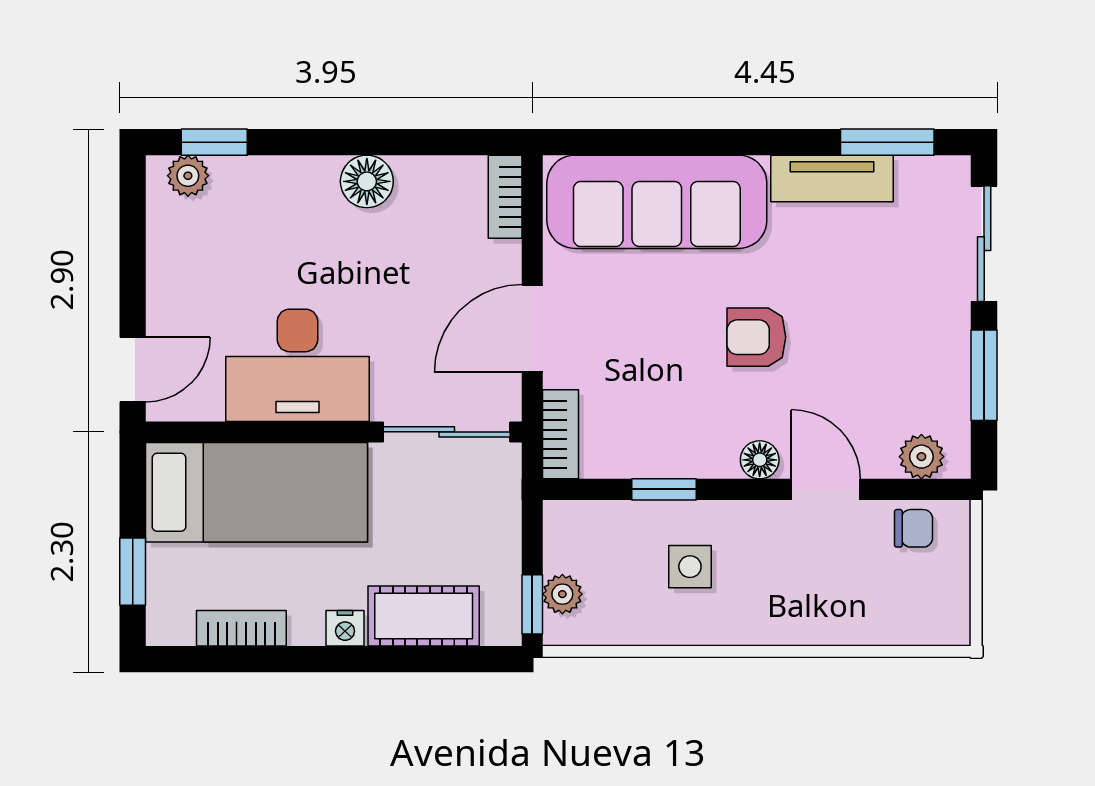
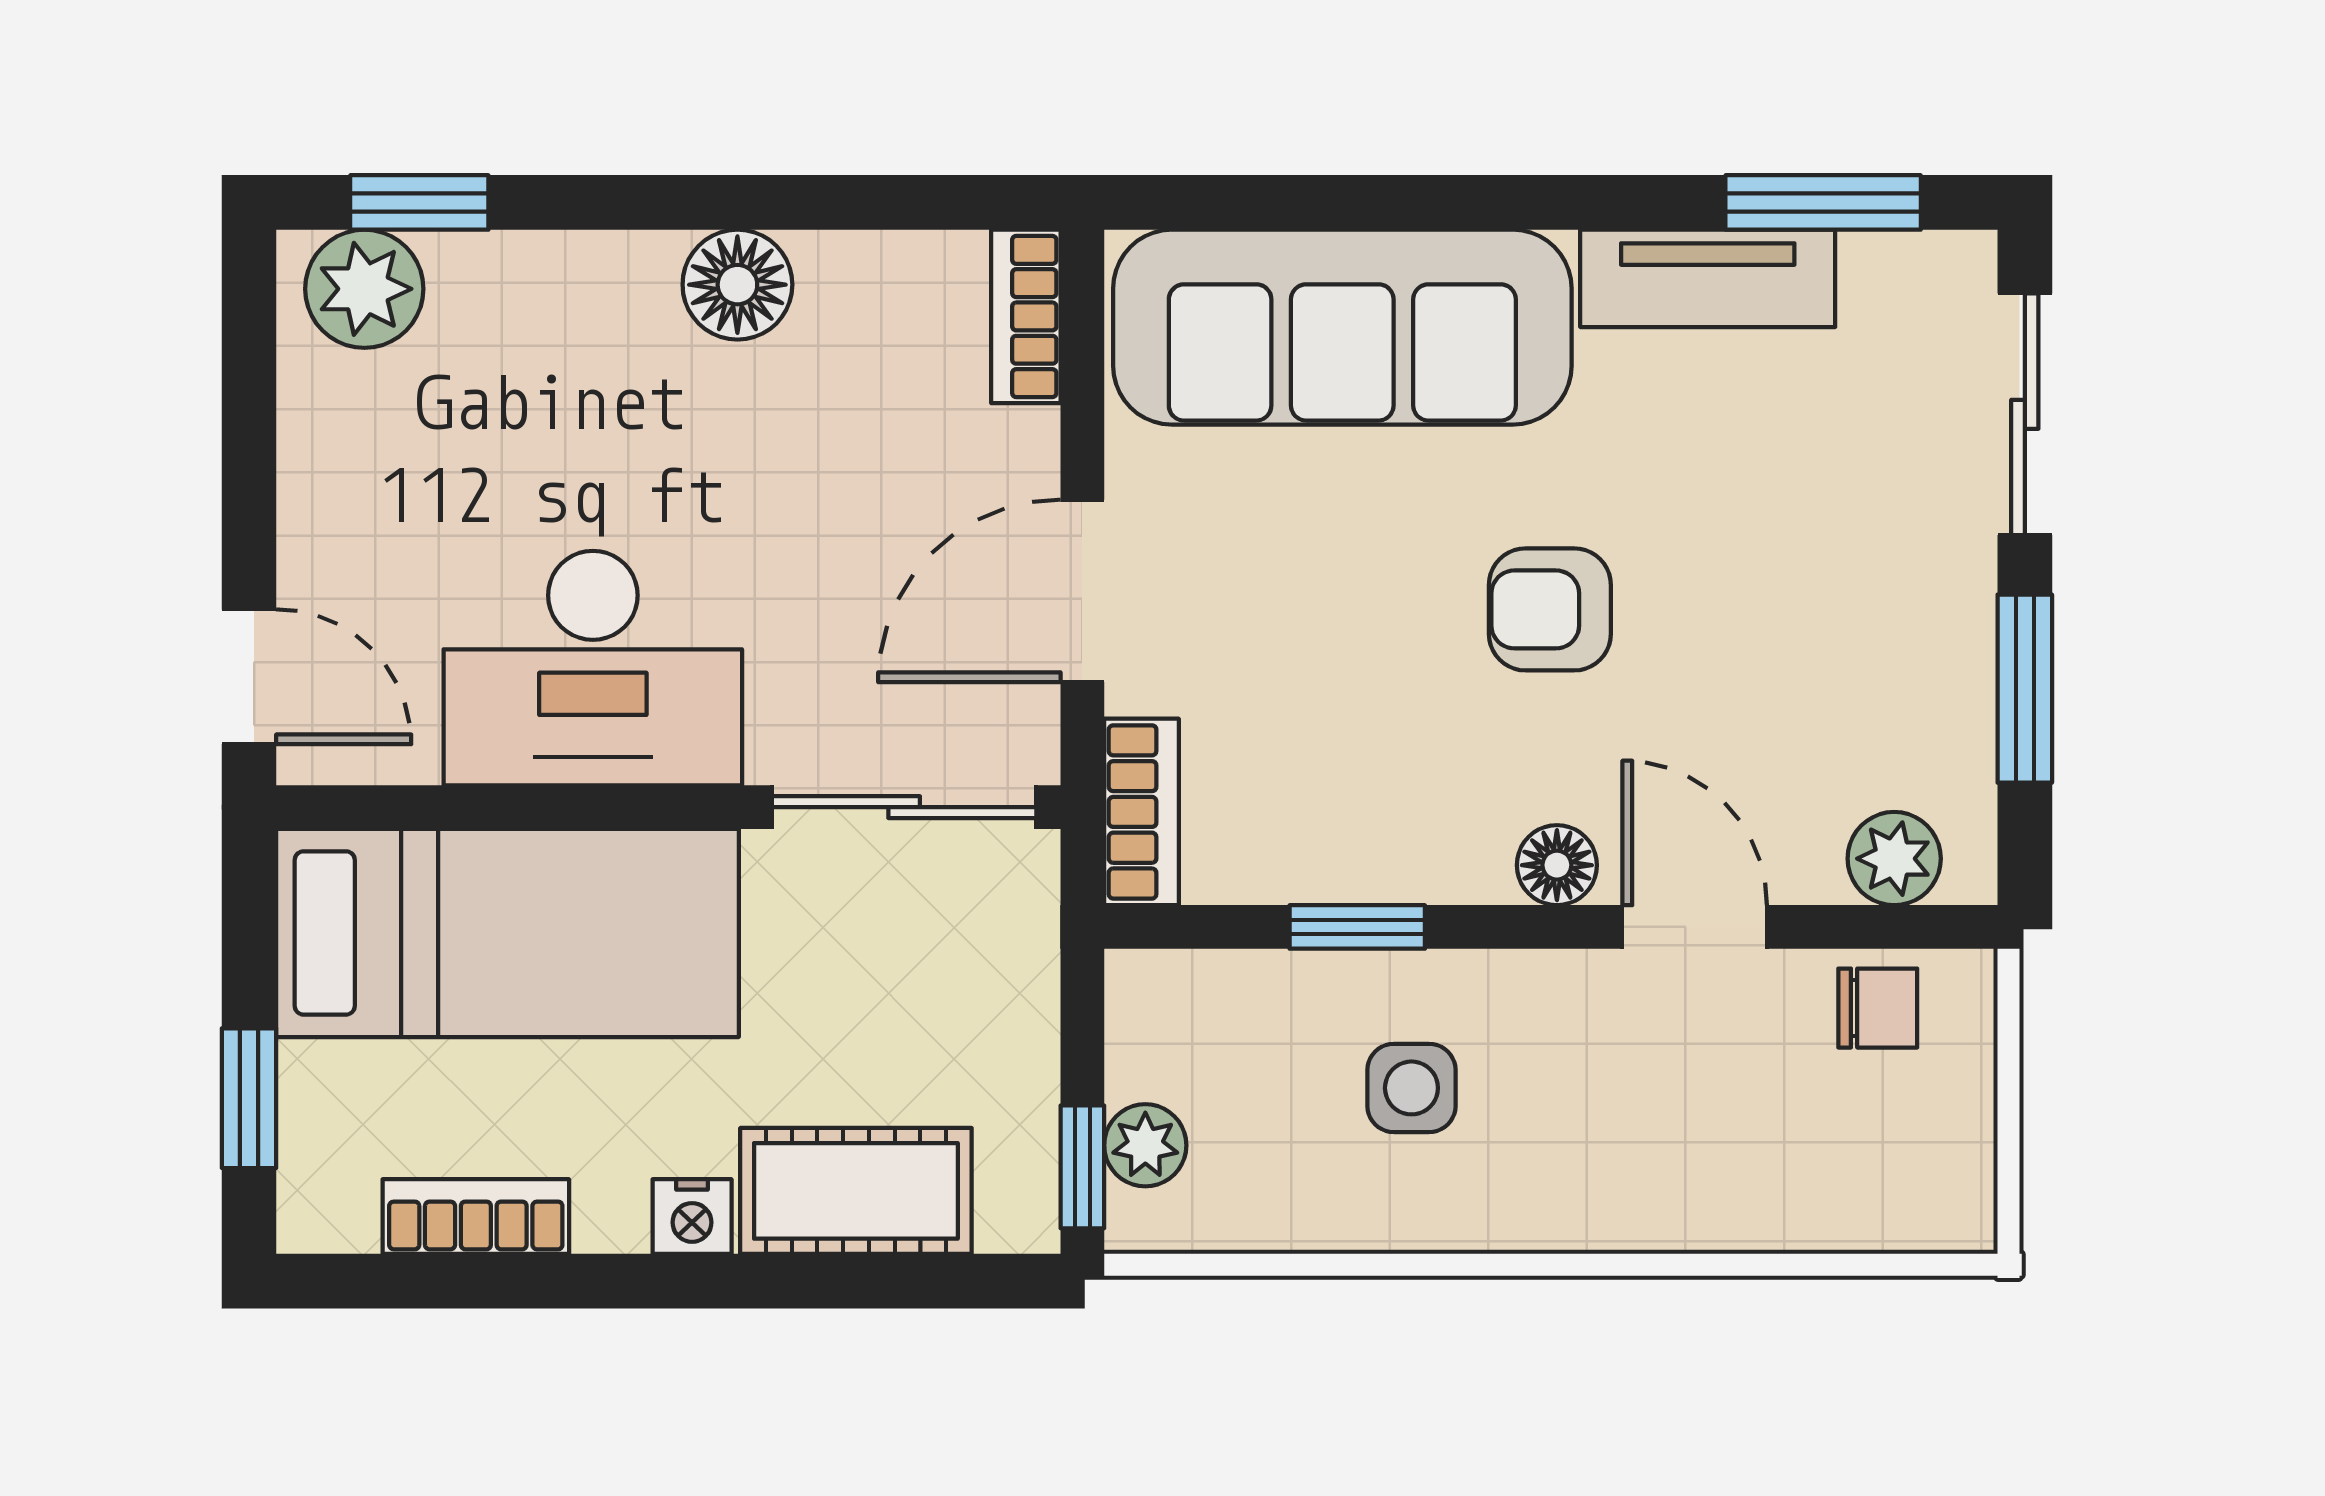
plant: (188, 176) -> (364, 289), width x1.38, depth x1.38
door: (133, 369) -> (249, 677), hinge flipped

